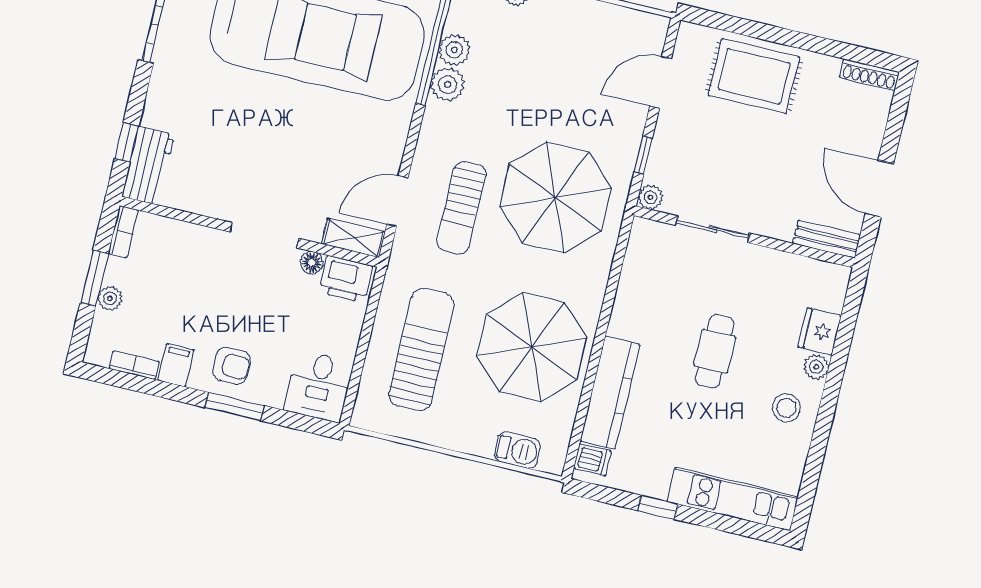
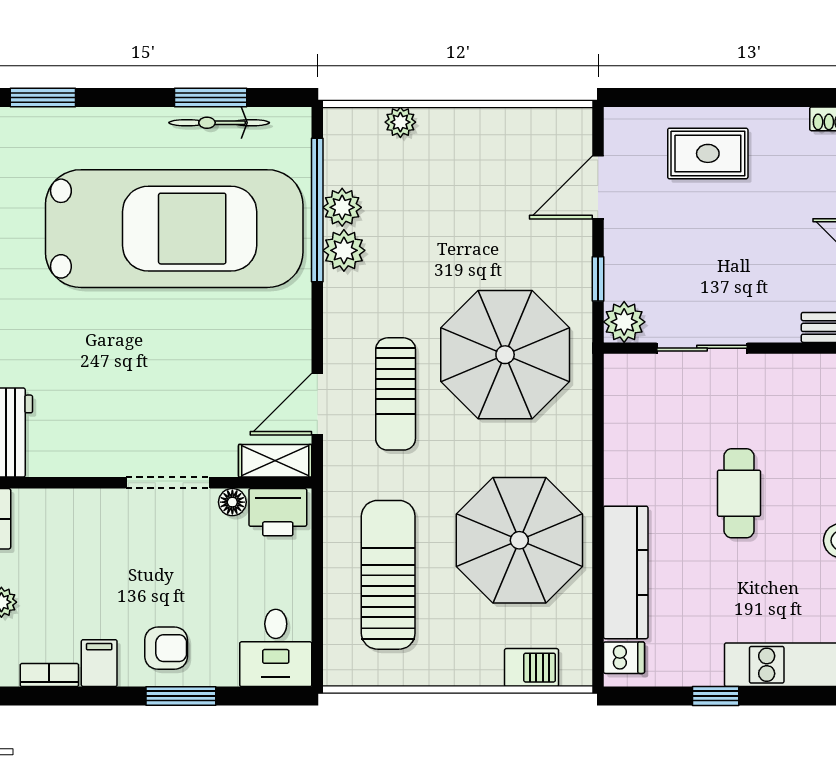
rug: (754, 76) -> (708, 153), width x0.73, depth x0.70
plant: (650, 197) -> (624, 322), width x1.38, depth x1.38

